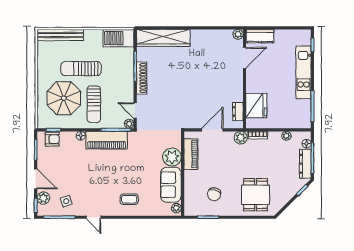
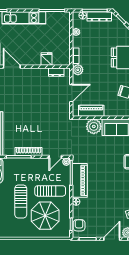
fridge: (256, 106) -> (47, 59), width x0.53, depth x0.75
door: (212, 130) -> (71, 93), swing flipped

